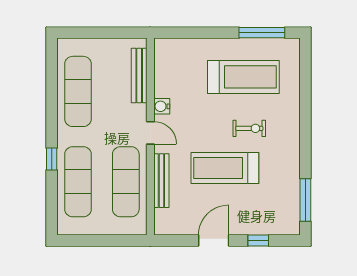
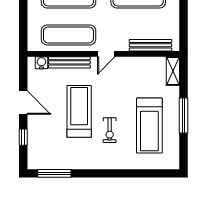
window: (262, 33) -> (183, 115), moved
shelving: (173, 46) -> (173, 71), added
water cooler: (162, 106) -> (41, 63), moved

